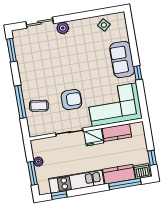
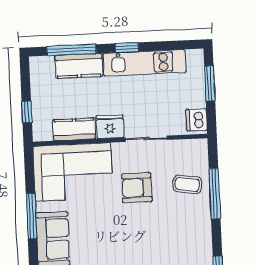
window: (138, 73) -> (31, 216), width x2.17
window: (152, 158) -> (27, 112), moved
plant: (38, 162) -> (198, 100), removed
dishwasher: (142, 171) -> (197, 120), moved, turned 90
window: (59, 195) -> (127, 47), moved

